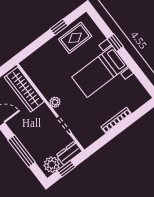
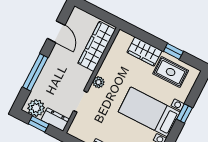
wardrobe: (48, 51) -> (144, 51), added

